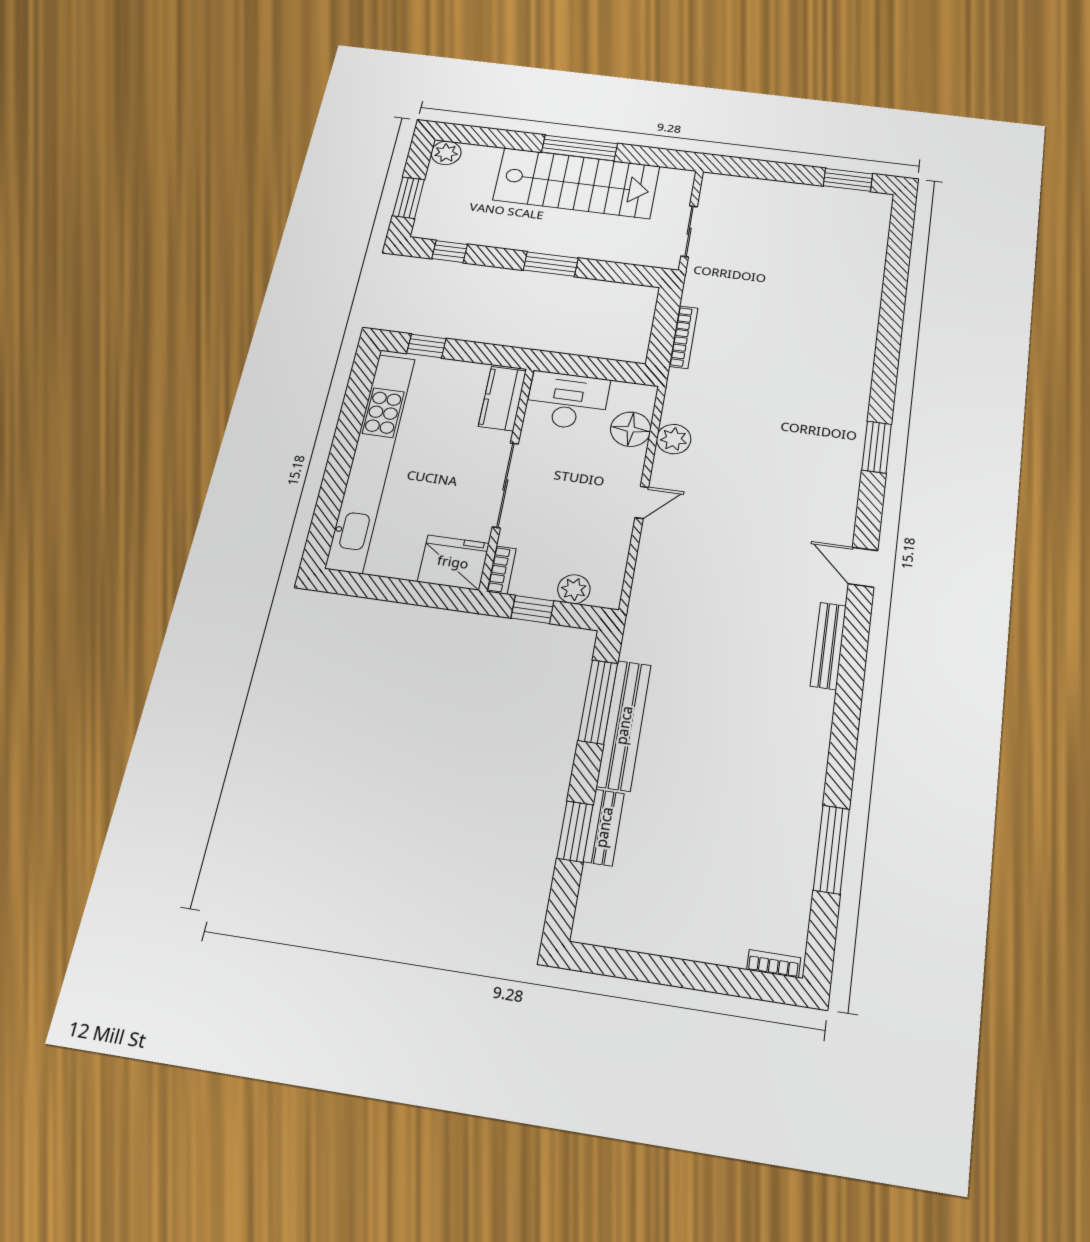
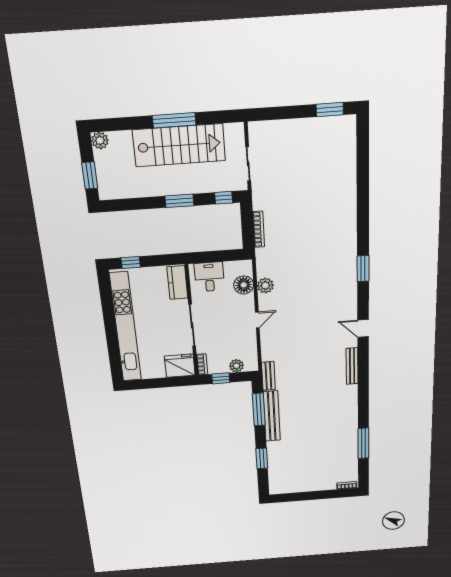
window: (450, 252) -> (224, 198), moved
desk: (567, 401) -> (209, 277), width x0.73
bench: (604, 827) -> (268, 376), moved

